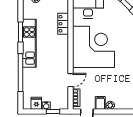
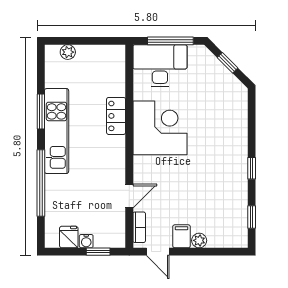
locker: (63, 24) -> (116, 116), moved
corner desk: (94, 47) -> (160, 128), width x0.74, depth x0.74

